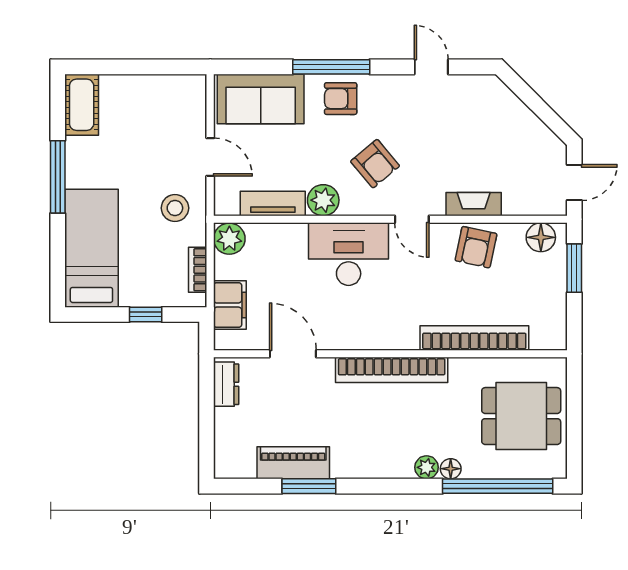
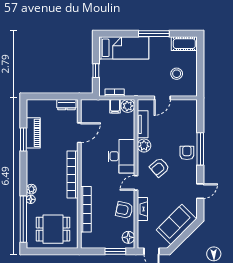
sofa: (261, 99) -> (176, 224), moved, turned 45
stool: (175, 208) -> (177, 74), moved
filing cabinet: (230, 305) -> (115, 106), moved, width x0.50
dining table: (521, 416) -> (53, 229), turned 90

